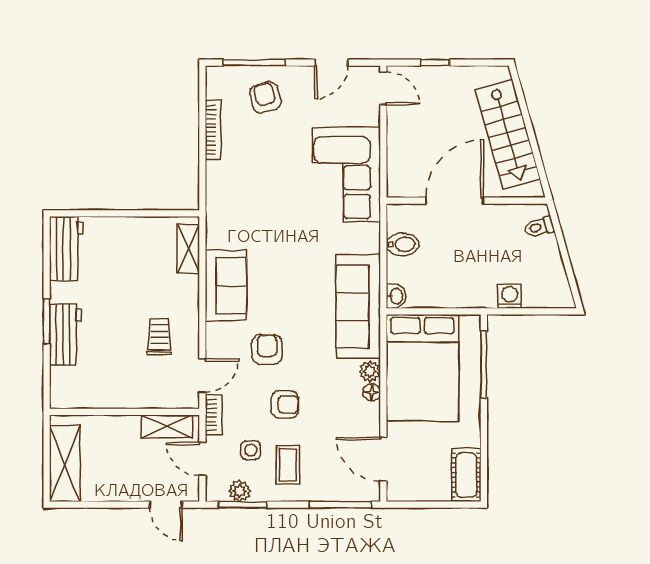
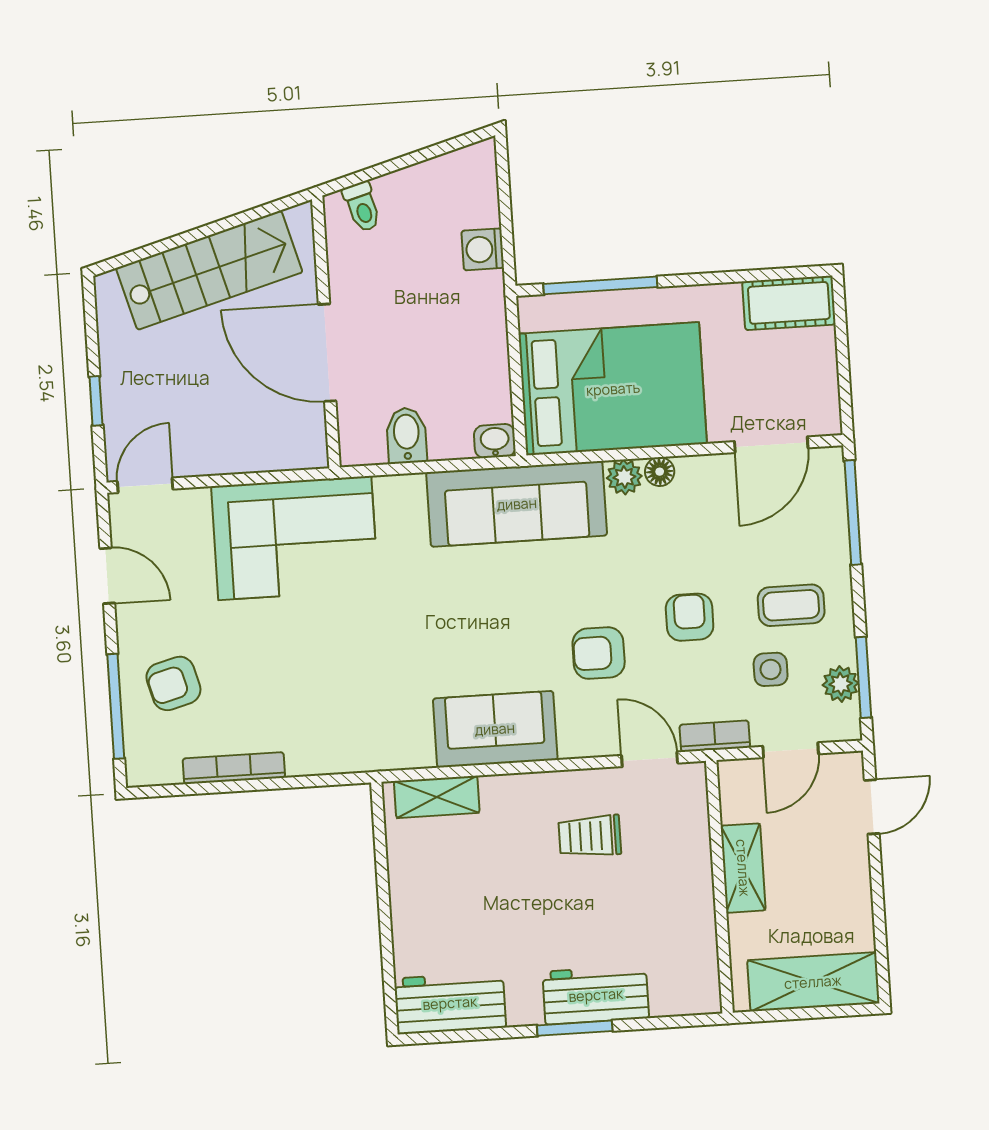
shelving: (167, 426) -> (743, 868), moved

